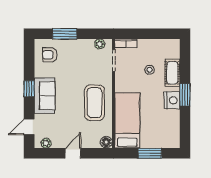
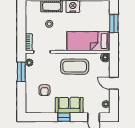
window: (65, 34) -> (21, 72), moved
armchair: (50, 55) -> (45, 90), moved

